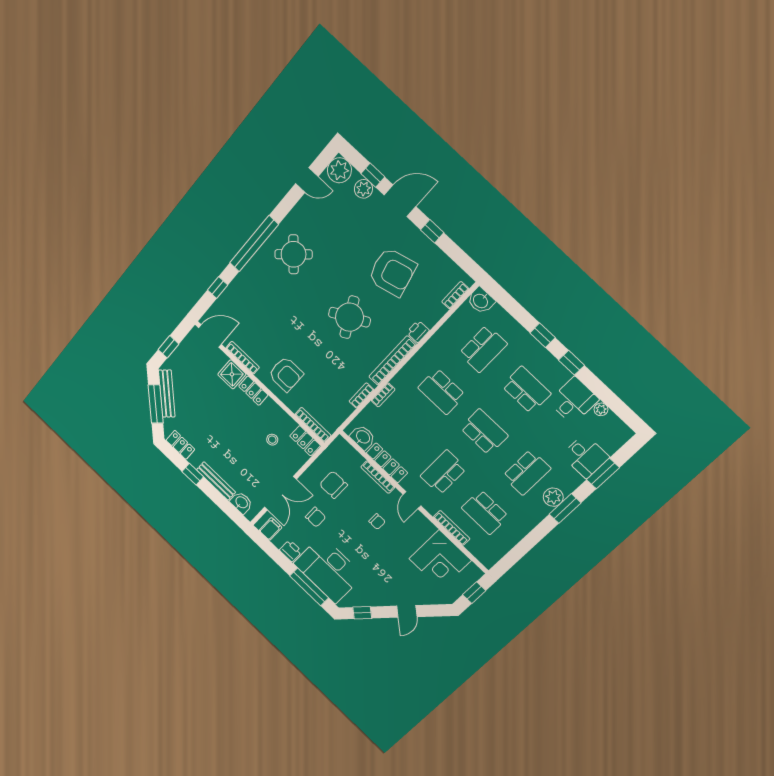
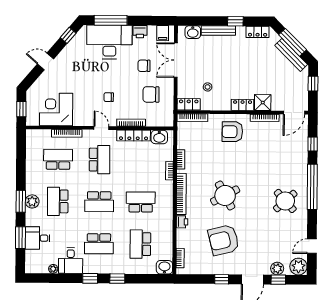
chair: (333, 485) -> (151, 94), turned 180
door: (407, 611) -> (46, 61), hinge flipped

